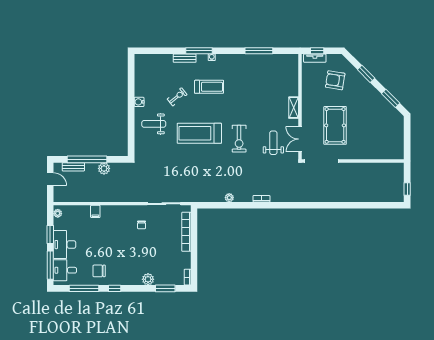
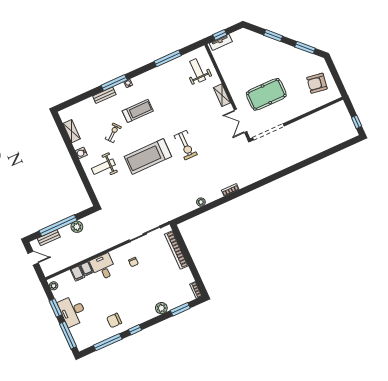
shelving: (139, 78) -> (72, 131), added
armchair: (335, 80) -> (317, 83), moved
pool table: (335, 125) -> (266, 94), turned 90
weight bench: (273, 143) -> (198, 70), moved
filing cabinet: (85, 212) -> (77, 273), added
desk: (65, 270) -> (103, 267), moved, turned 90

